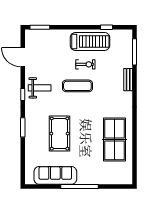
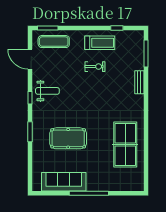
treadmill: (90, 42) -> (100, 43), width x0.73, depth x0.73
exercise mat: (77, 86) -> (54, 42), moved
pool table: (60, 134) -> (68, 138), turned 90

